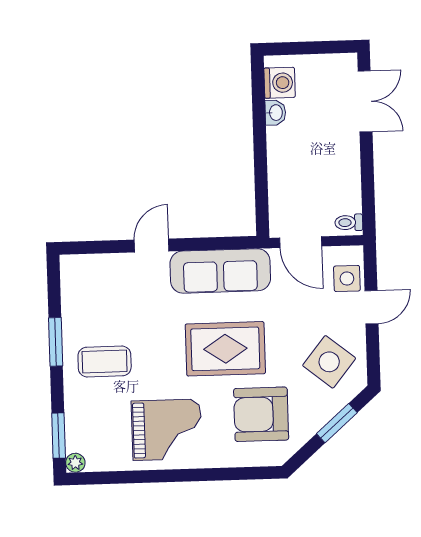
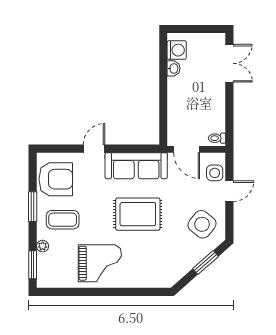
armchair: (261, 414) -> (56, 179), moved, turned 180
plant: (75, 463) -> (43, 246), moved

